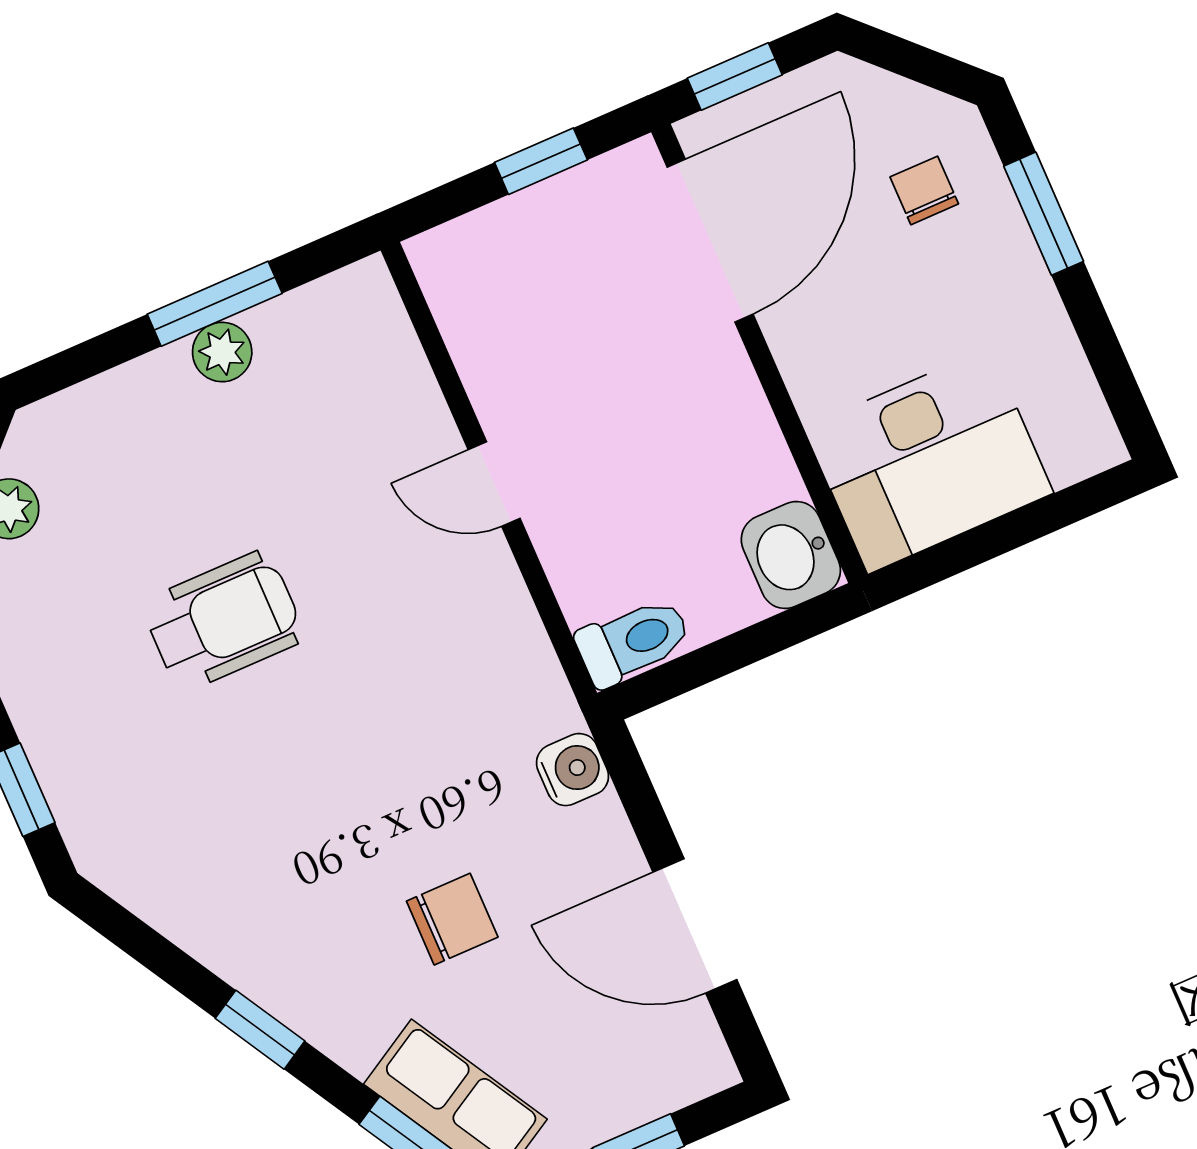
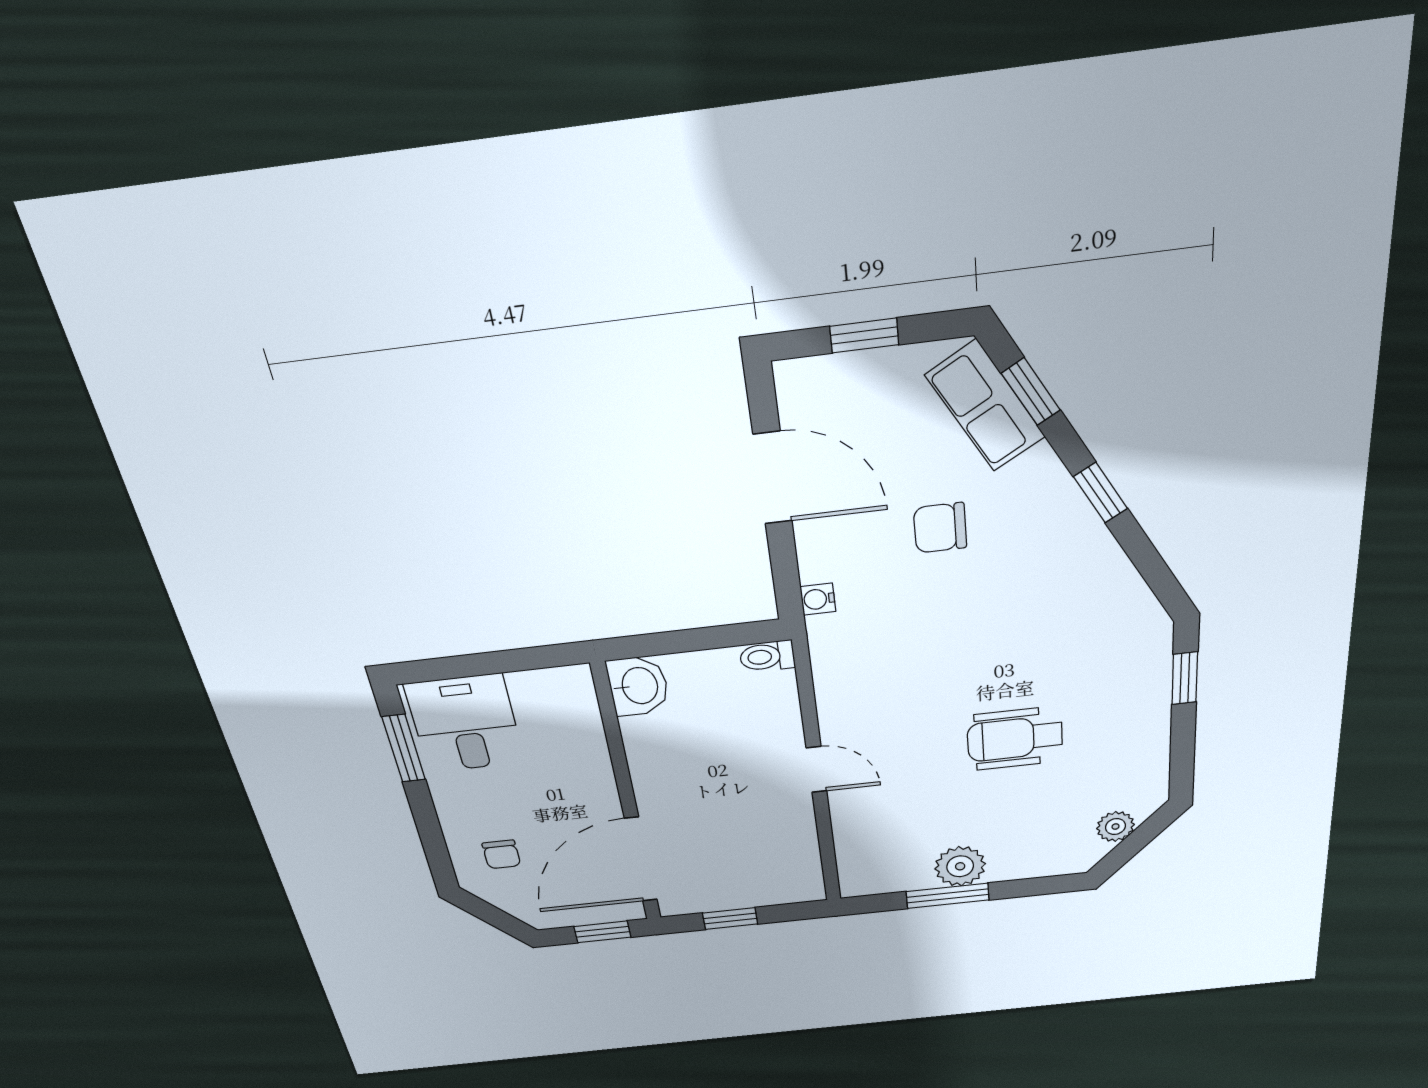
window: (1044, 214) -> (404, 748), moved
plant: (222, 352) -> (960, 866), width x1.38, depth x1.38
desk: (929, 461) -> (465, 724), moved, width x0.73
toilet: (633, 641) -> (767, 656), width x0.73, depth x0.72
water cooler: (573, 770) -> (818, 599), width x0.72, depth x0.72

